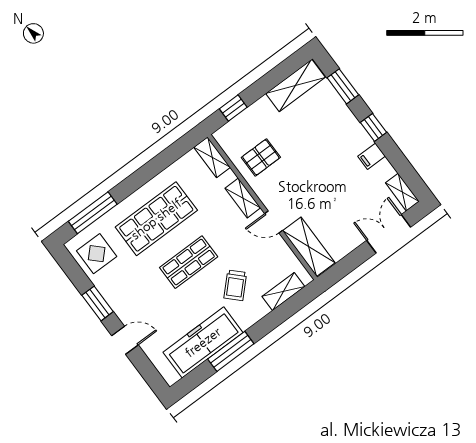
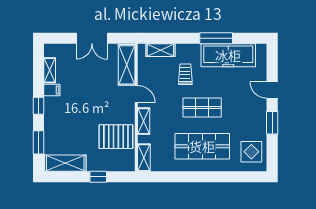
window: (233, 108) -> (98, 177), moved
pallet: (261, 157) -> (116, 137), width x1.50, depth x1.42
shelving: (402, 192) -> (50, 70), moved
window: (93, 213) -> (236, 177), removed
double door: (389, 234) -> (92, 38), moved
trolley: (235, 285) -> (185, 74), turned -45

